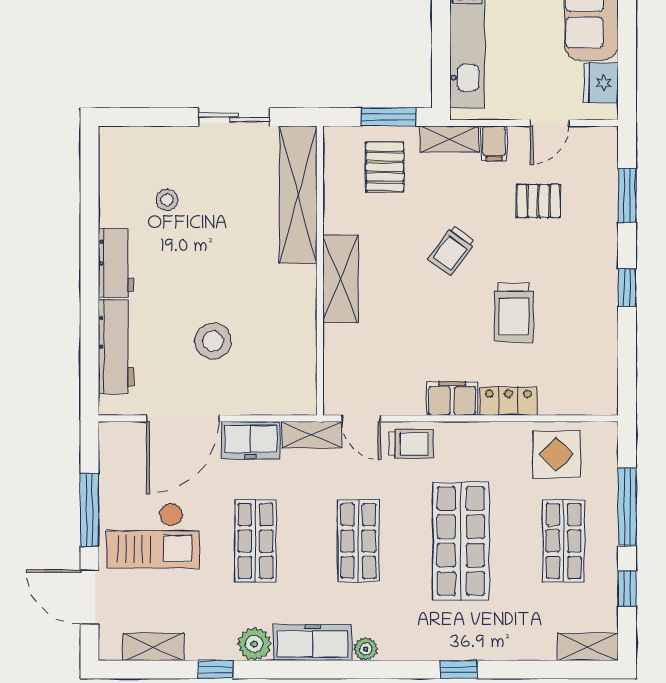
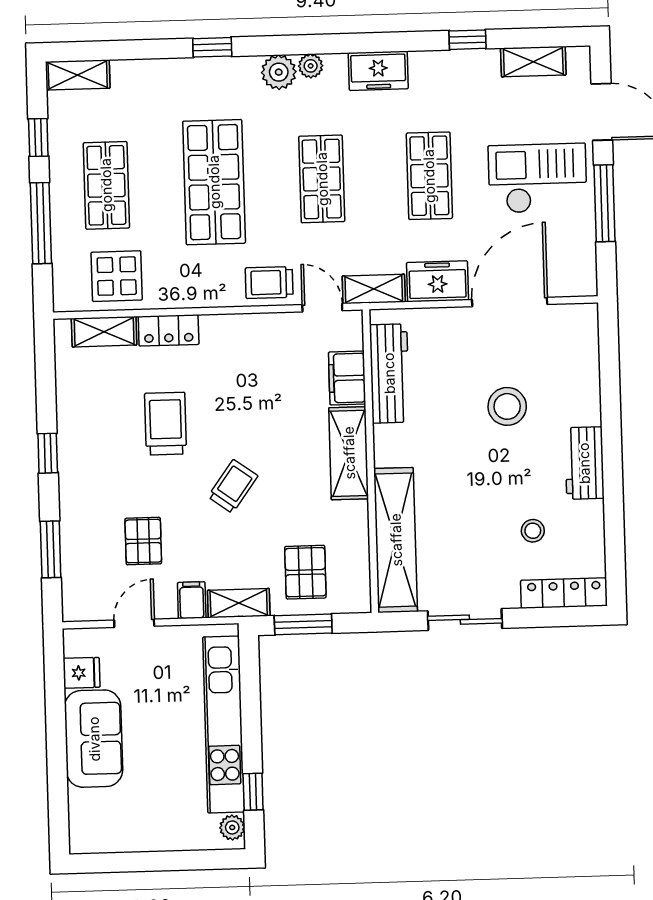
fridge: (601, 83) -> (82, 673), width x0.72
locker: (139, 139) -> (564, 593), added
pallet: (538, 201) -> (143, 541), turned 90
stool: (213, 341) -> (507, 406), moved
workbench: (116, 347) -> (389, 373), moved, turned 180
filing cabinet: (452, 399) -> (347, 378), moved, turned 90
shelving: (570, 402) -> (104, 332), added
freezer: (312, 642) -> (378, 71), width x0.71
plant: (254, 644) -> (279, 72), moved

